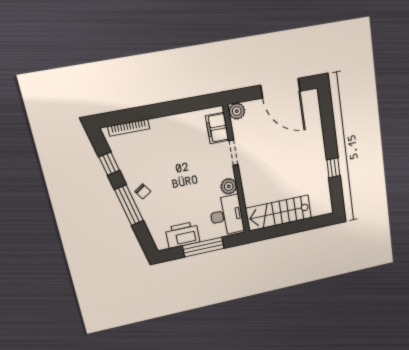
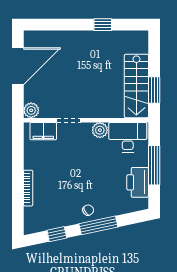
bookcase: (129, 128) -> (28, 188), moved
window: (277, 231) -> (154, 90), added

